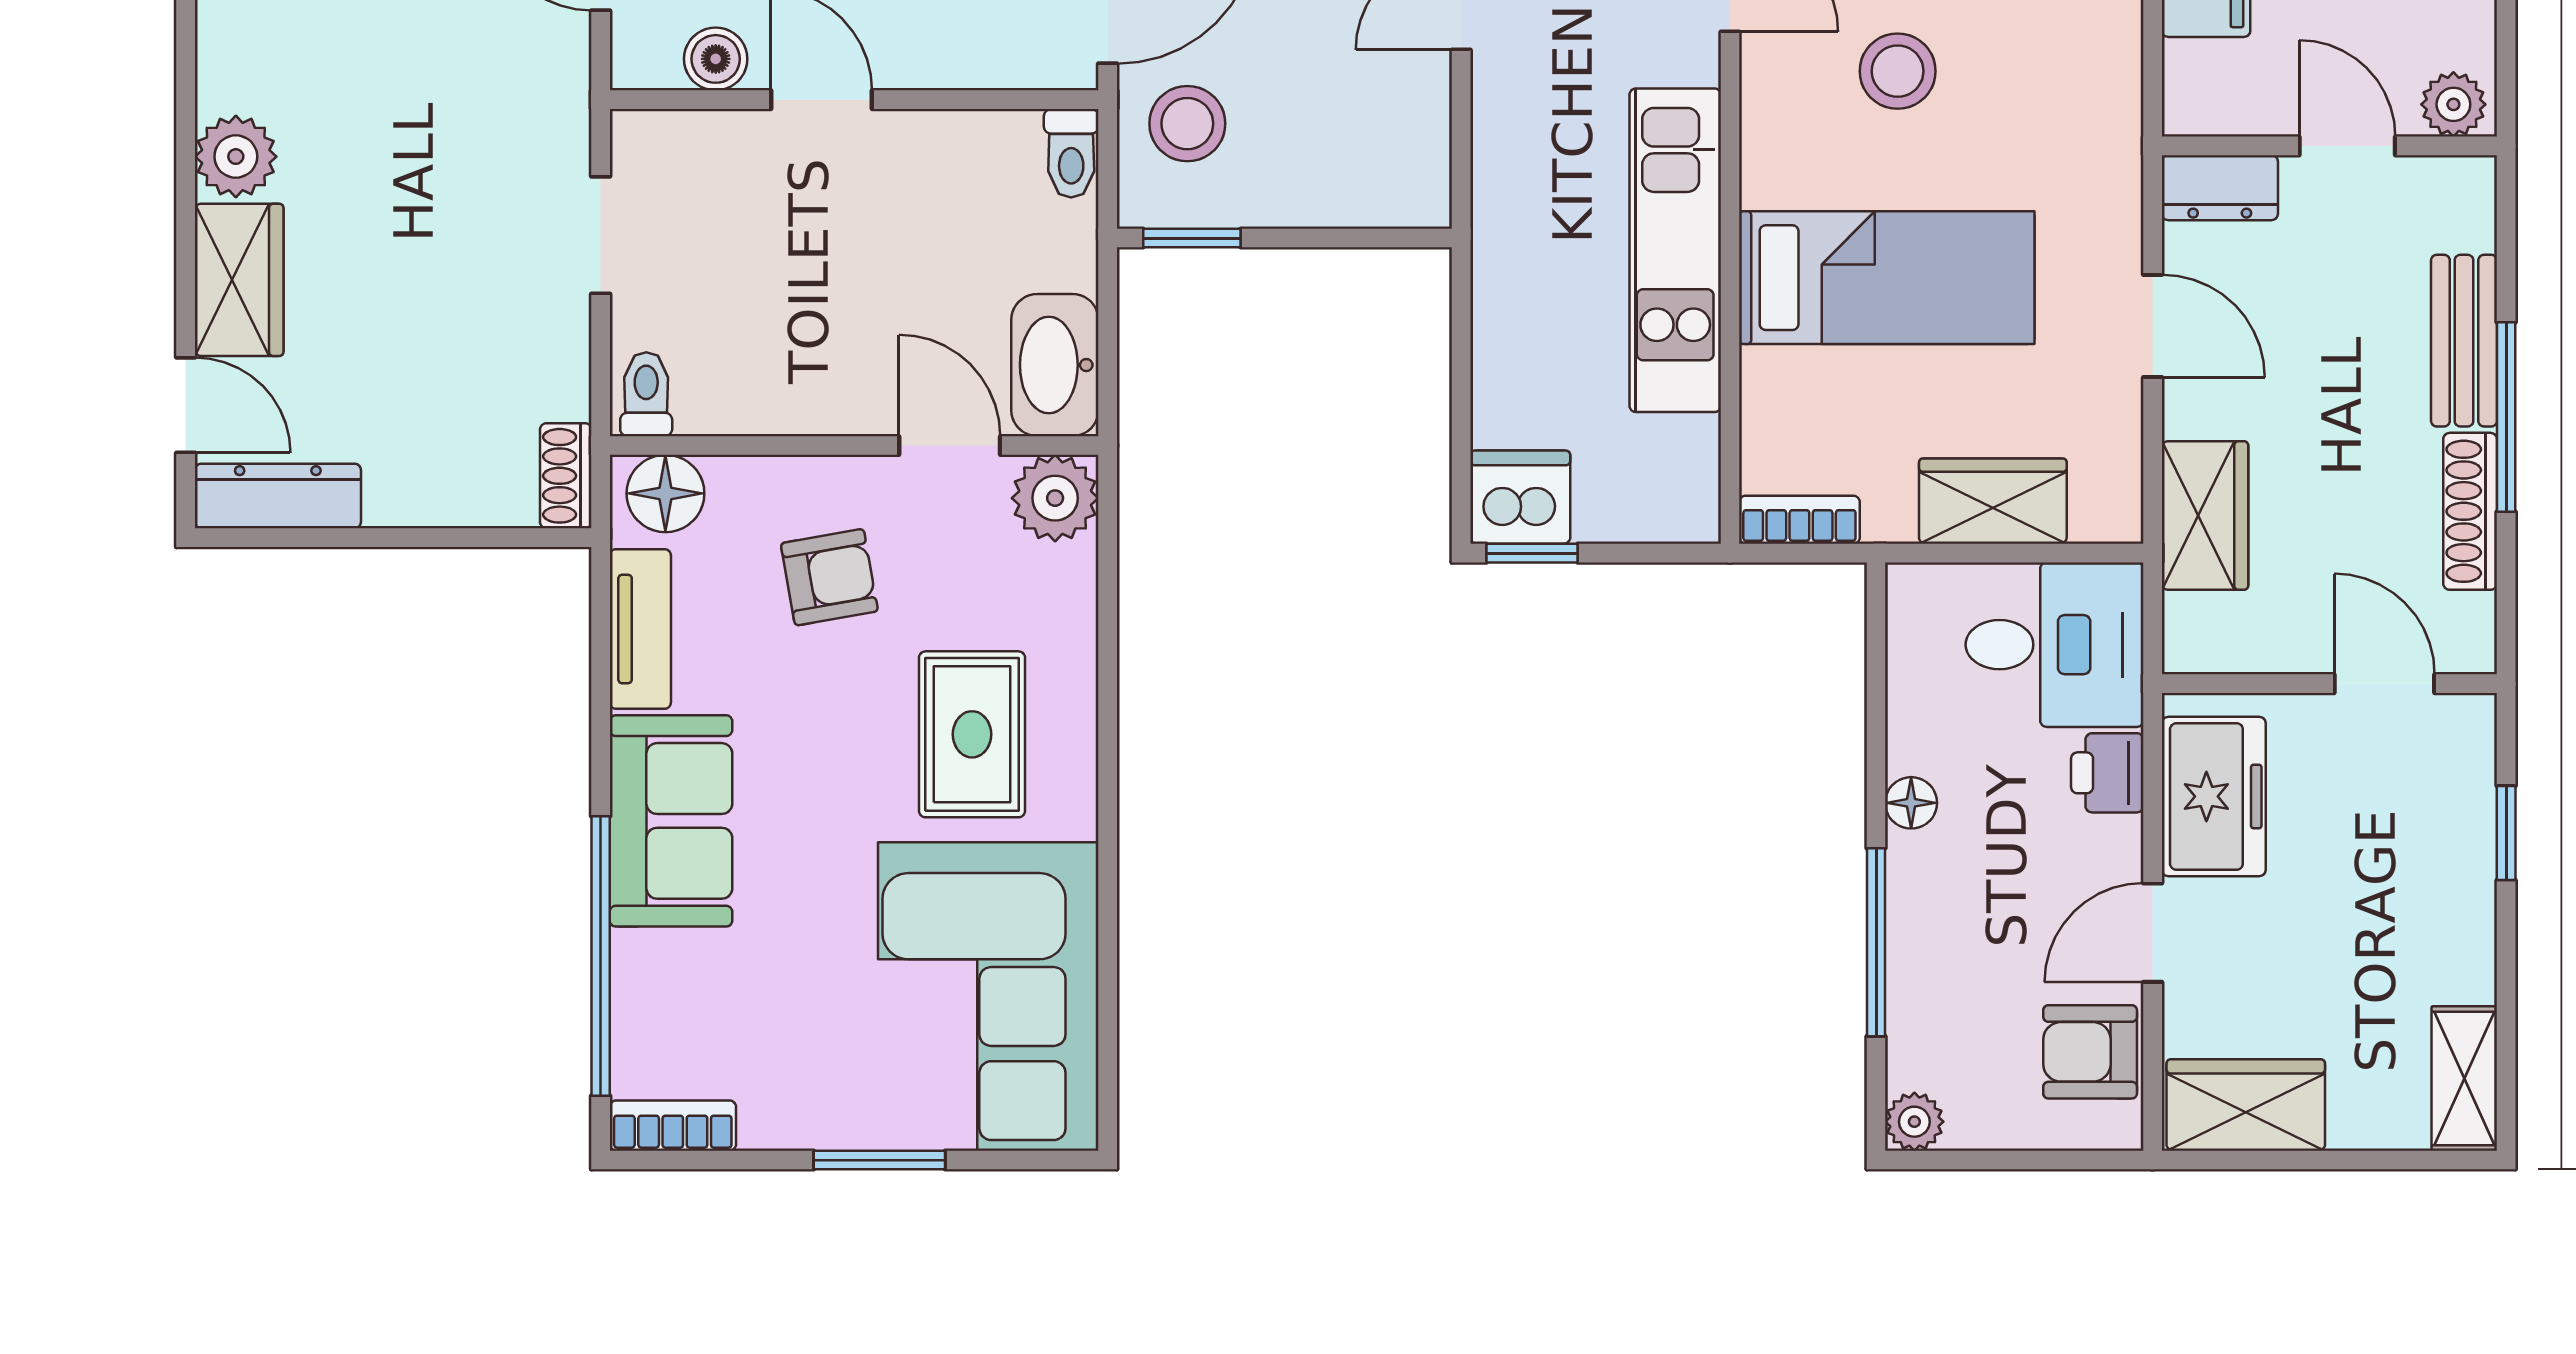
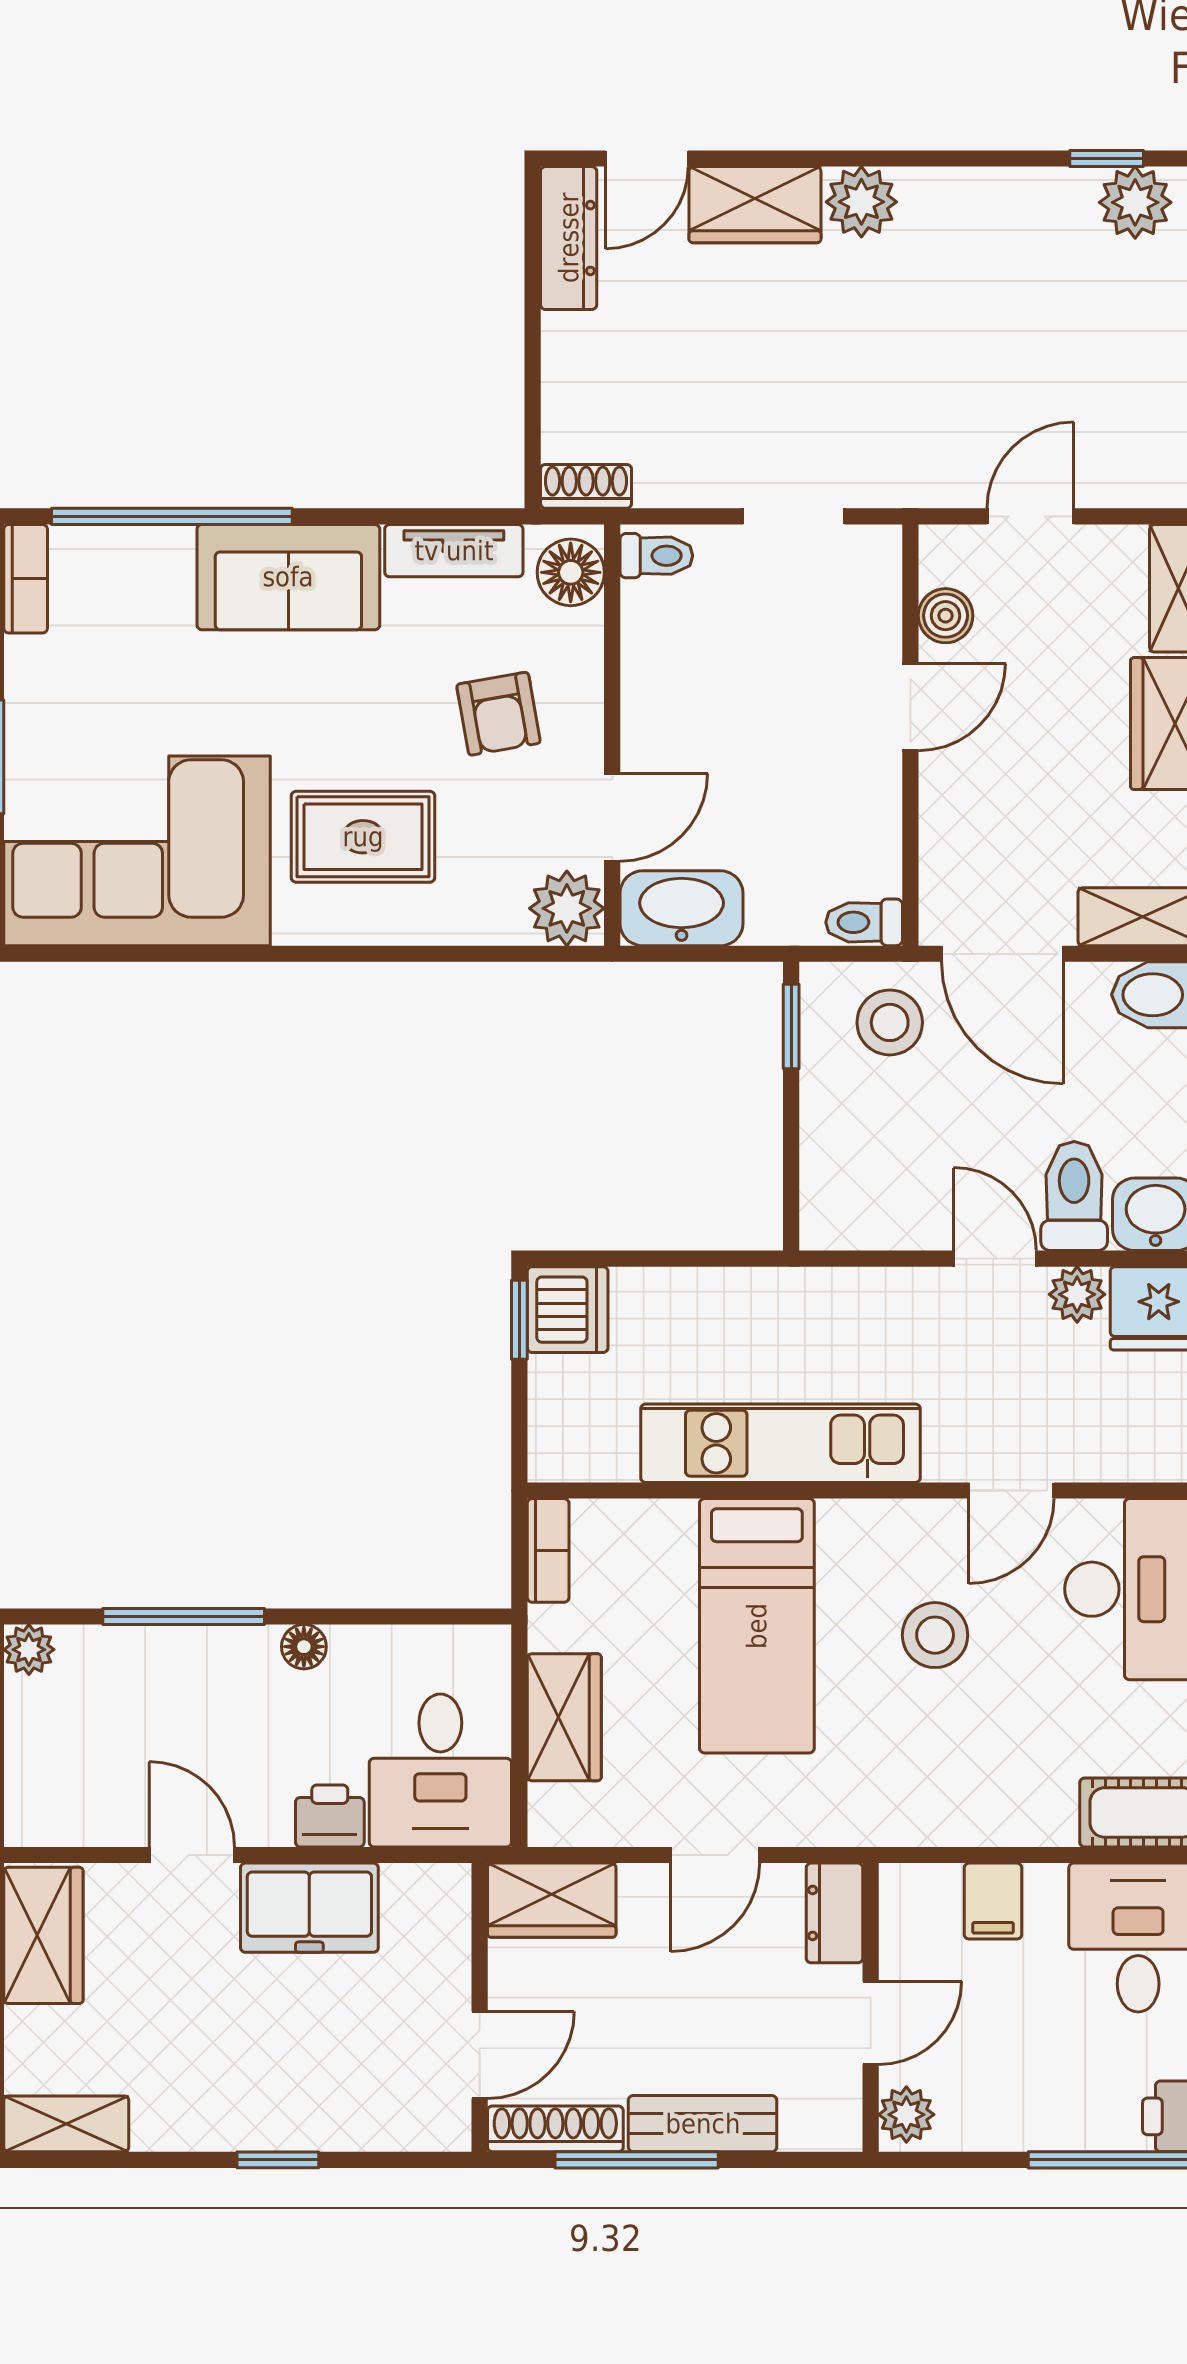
wall: (2329, 684) -> (480, 2007), moved
door: (2384, 684) -> (480, 2055), moved
armchair: (2090, 1052) -> (89, 1801), removed

